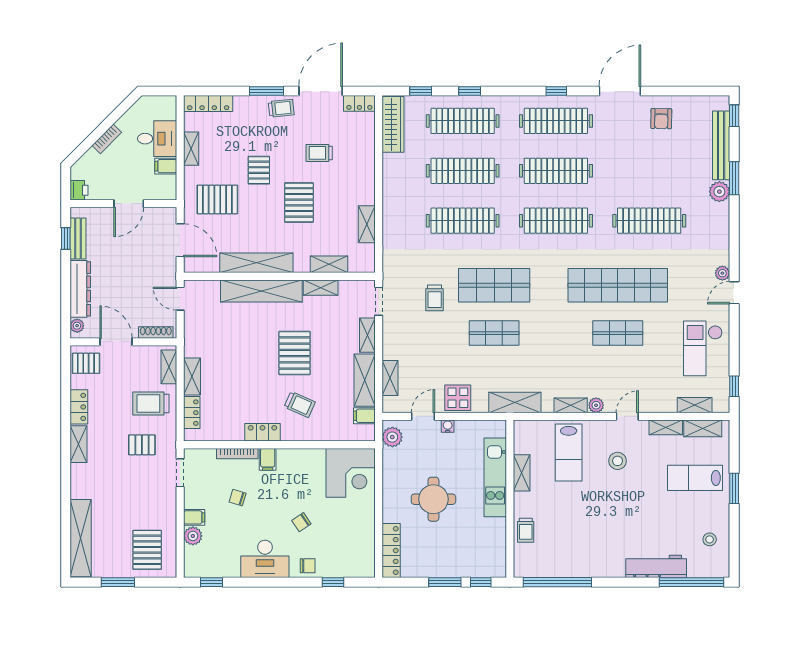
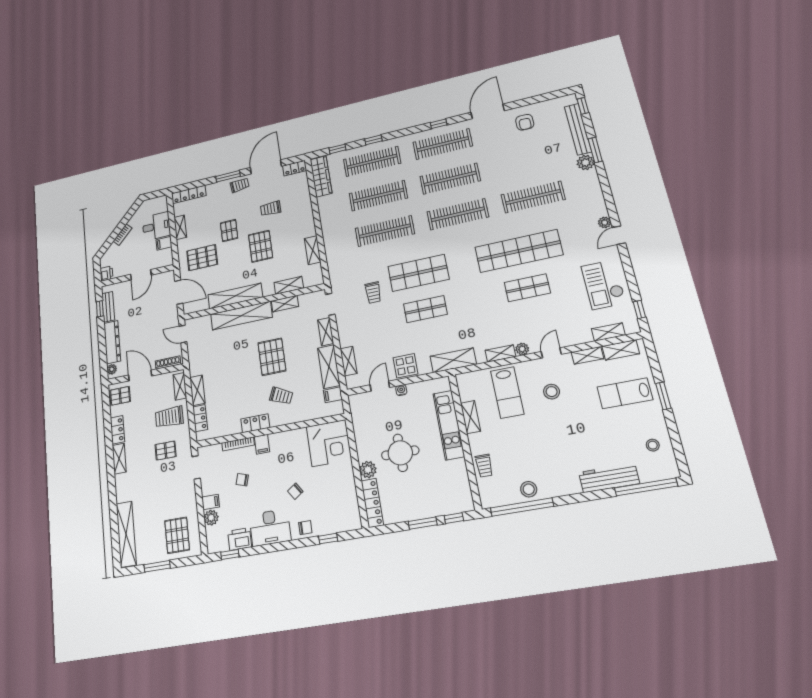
plant: (392, 437) -> (368, 470), moved
stool: (569, 564) -> (529, 489), added
printer: (226, 566) -> (240, 539), added

